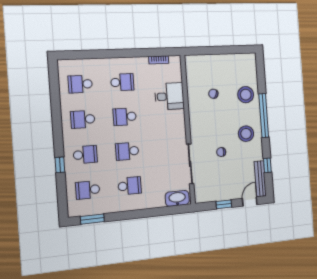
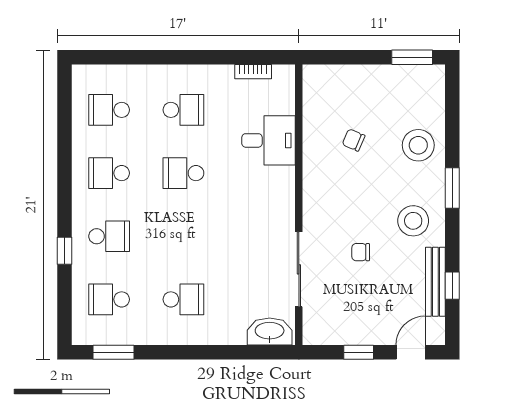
window: (239, 50) -> (412, 57), added
window: (264, 115) -> (452, 188), width x0.47
school desk: (127, 151) -> (183, 236), removed
bench: (260, 179) -> (435, 282), moved

